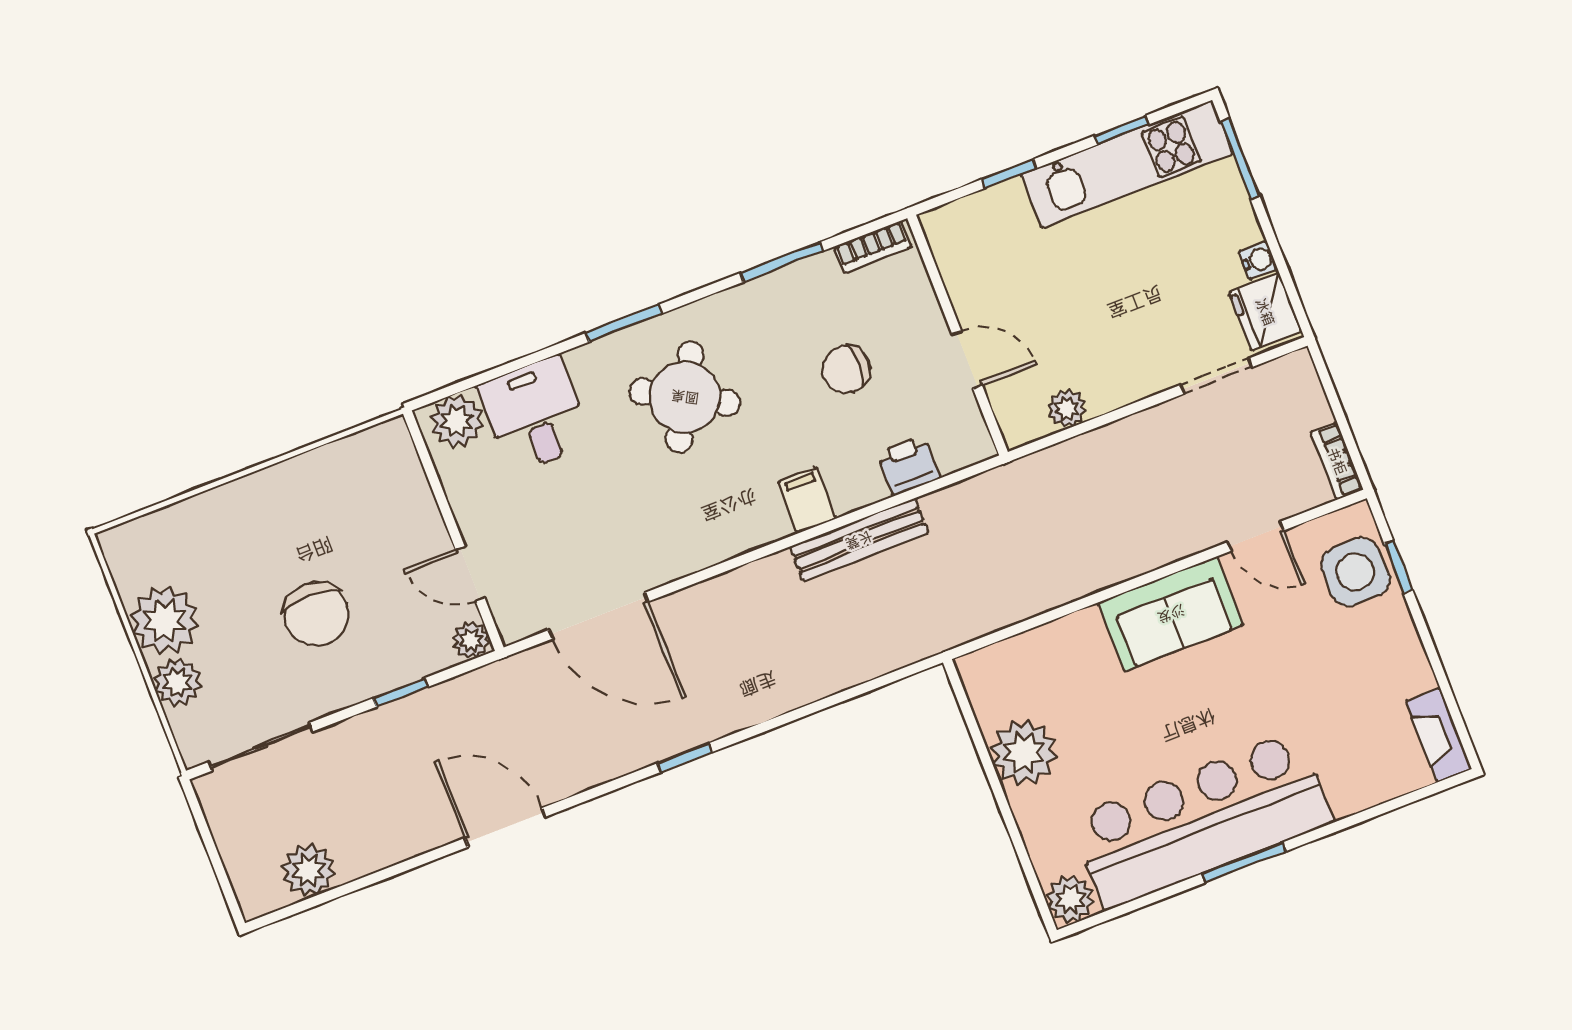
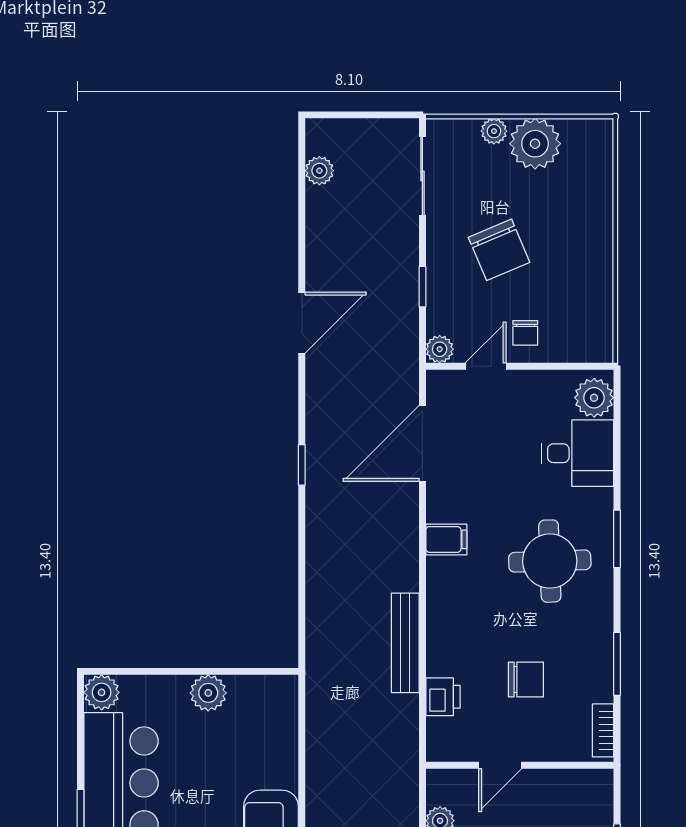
chair: (846, 369) -> (526, 679), turned 90
round table: (685, 397) -> (550, 561), turned -31
filing cabinet: (807, 500) -> (446, 539), moved
chair: (408, 540) -> (525, 333), added
chair: (316, 614) -> (499, 250), turned -113
plant: (177, 682) -> (494, 131), width x0.73, depth x0.73
plant: (1024, 753) -> (208, 693), width x0.73, depth x0.73
plant: (308, 870) -> (319, 171), width x0.73, depth x0.73

